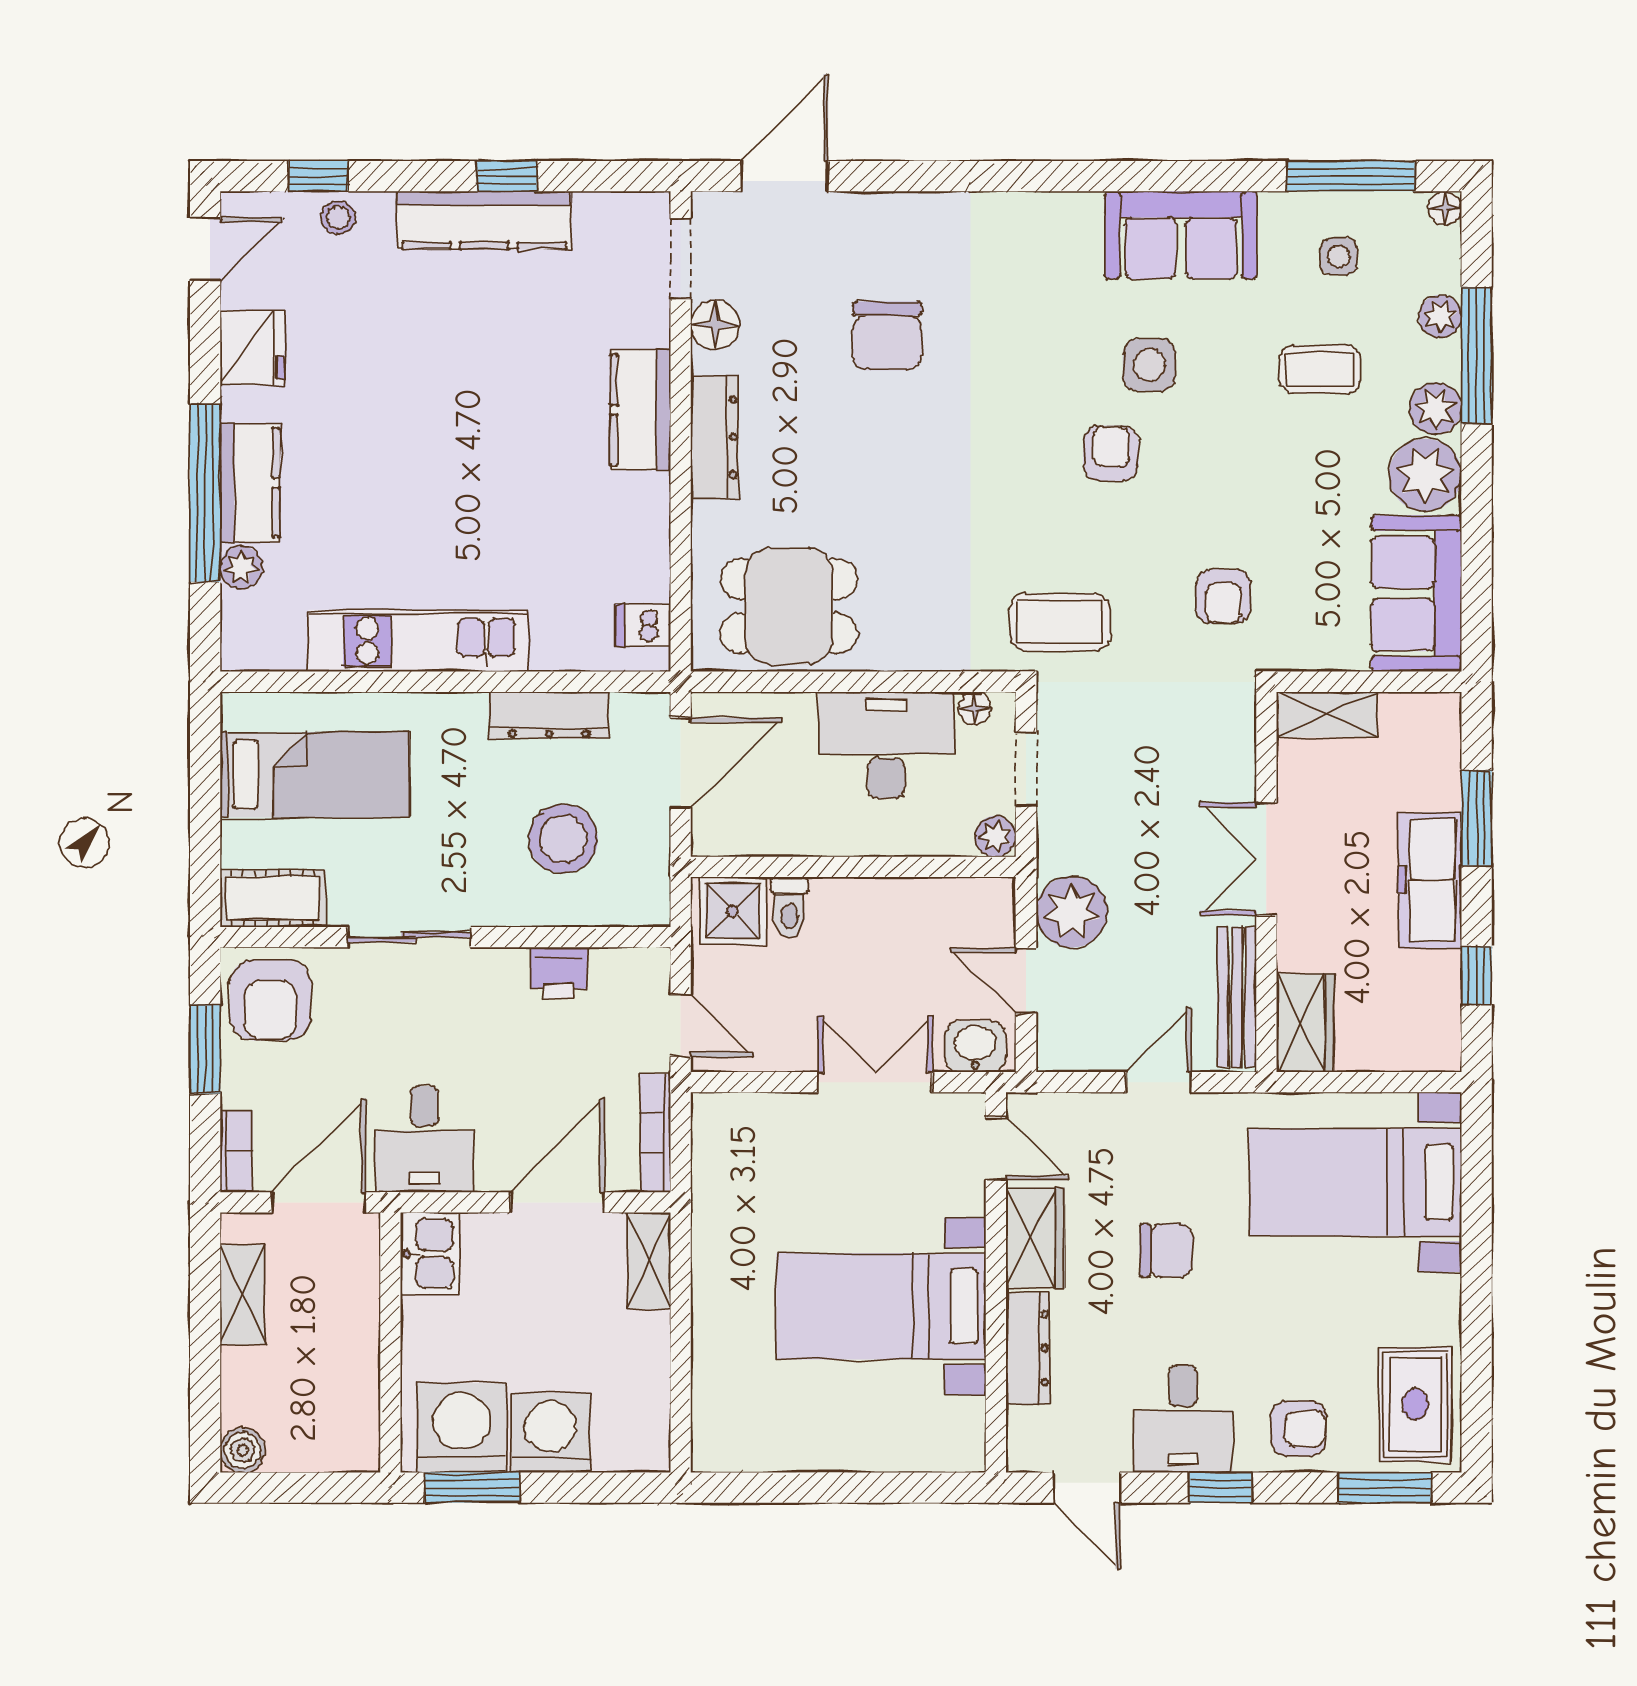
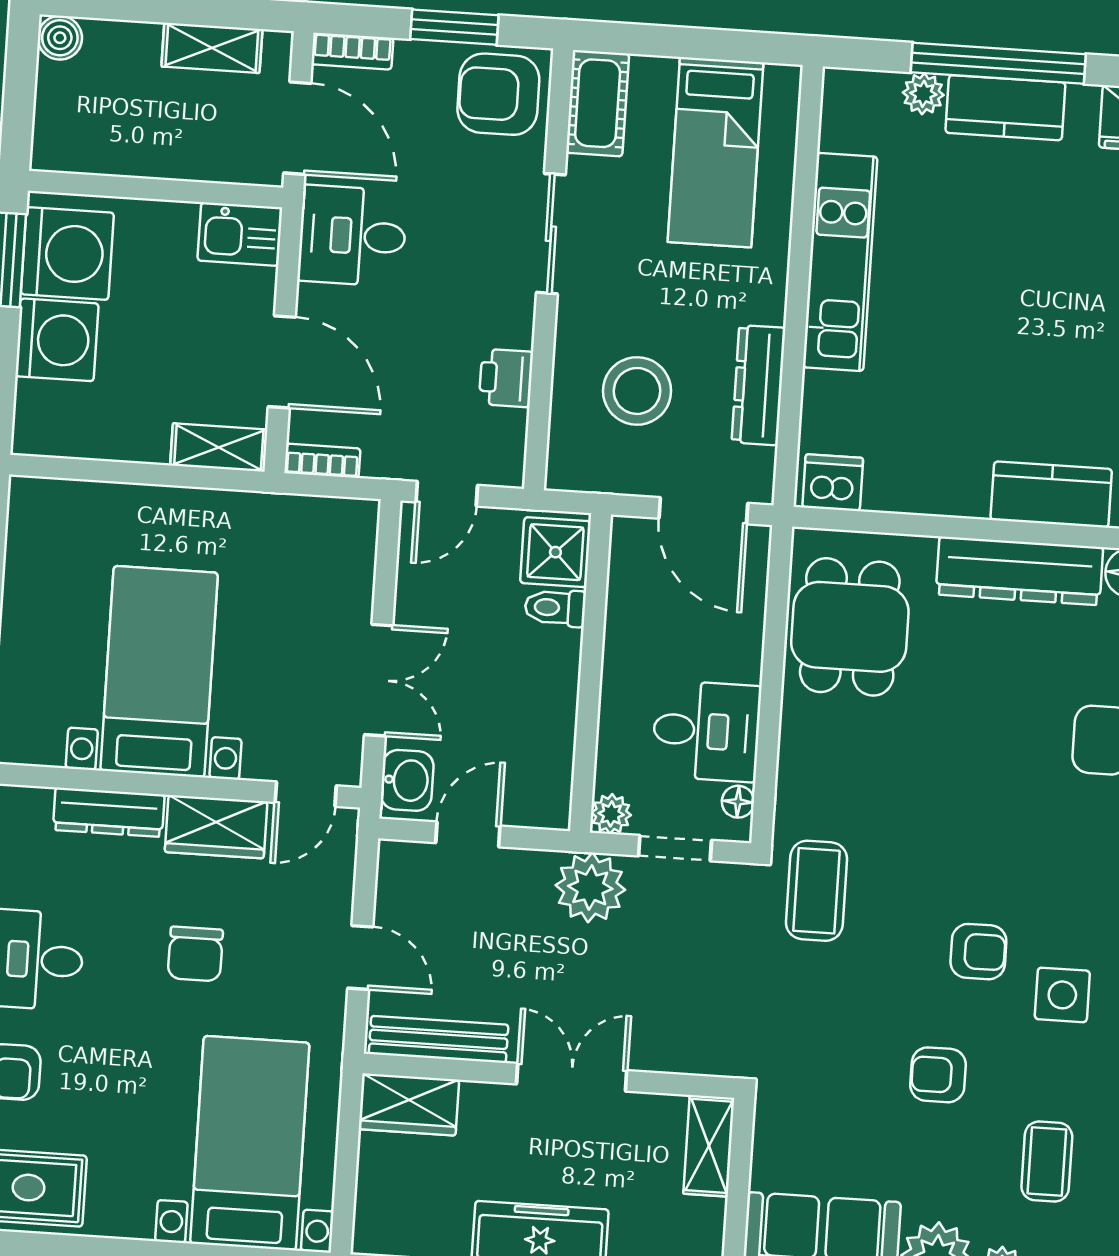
dresser: (715, 437) -> (1019, 571), width x1.37, depth x1.24
armchair: (1224, 596) -> (938, 1075), moved
dishwasher: (643, 625) -> (833, 483), width x1.38
desk: (886, 745) -> (706, 731), width x0.73
plant: (1072, 912) -> (590, 887), moved
bookcase: (655, 1133) -> (322, 461), width x0.64

